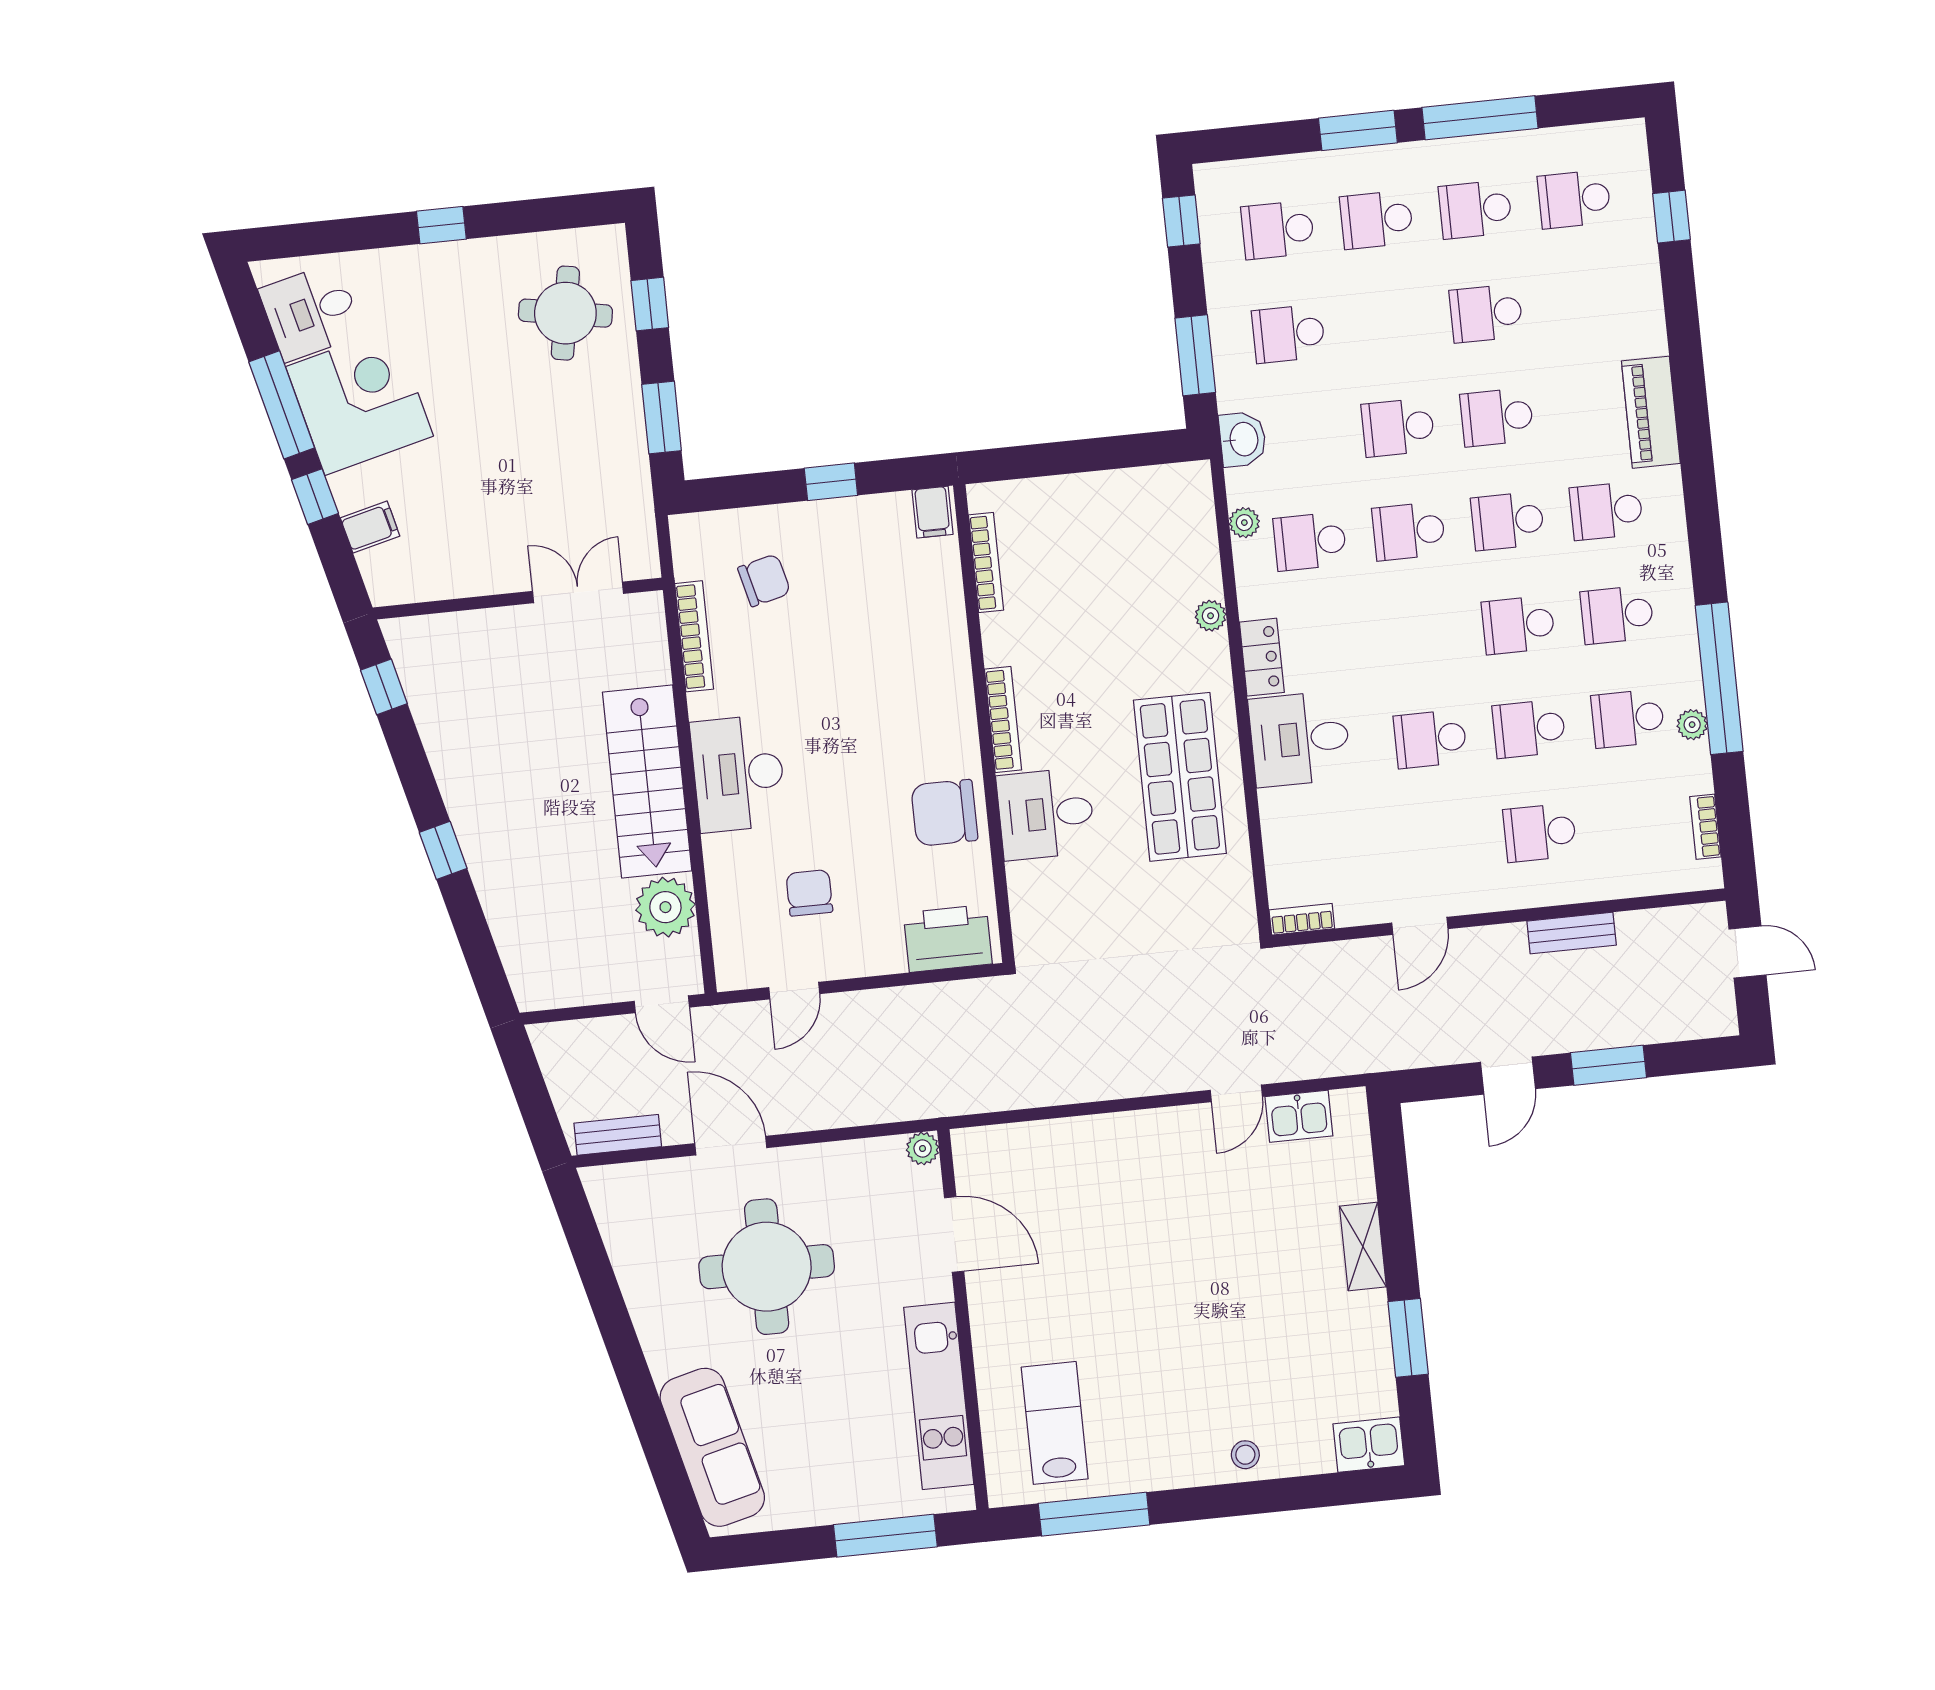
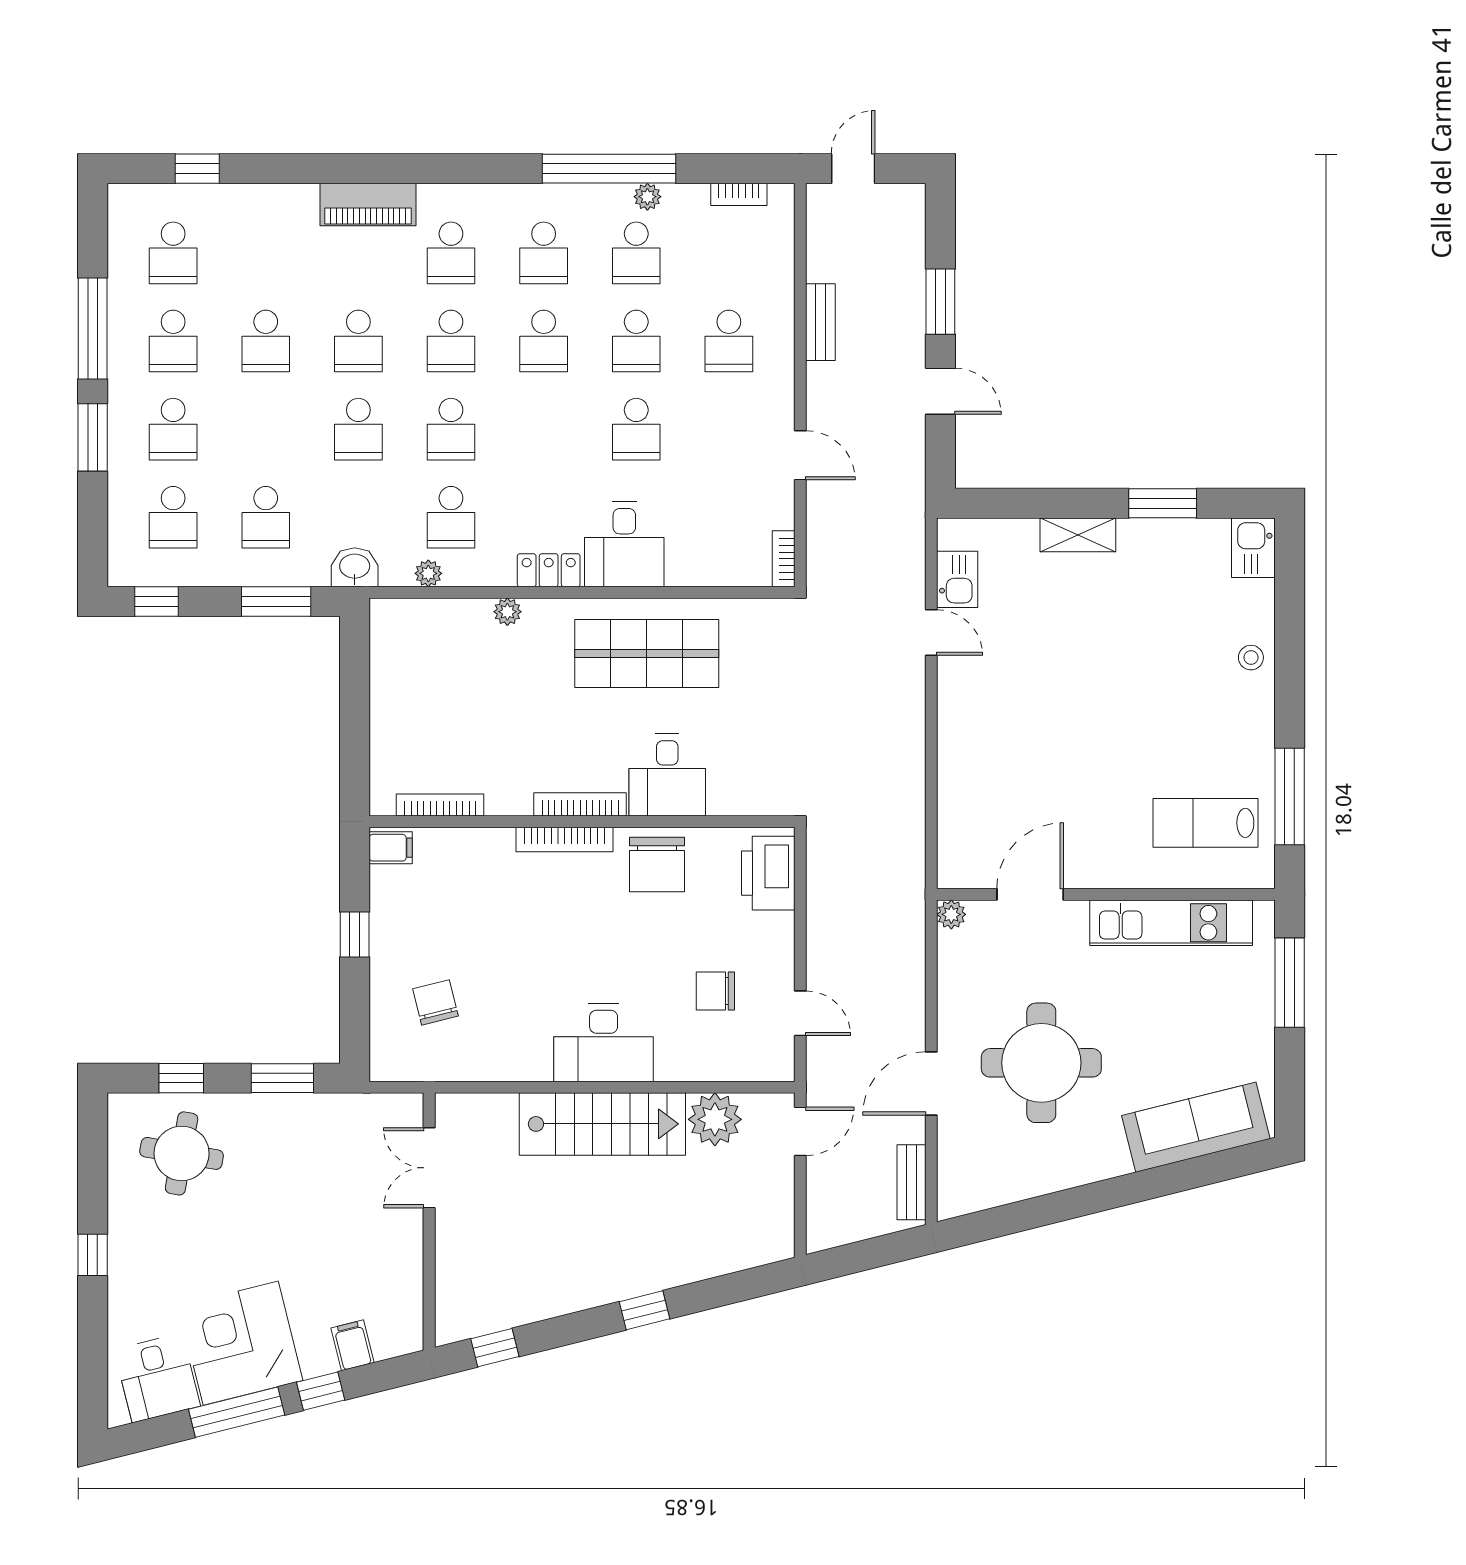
bookcase: (694, 636) -> (564, 839), moved, turned 180

